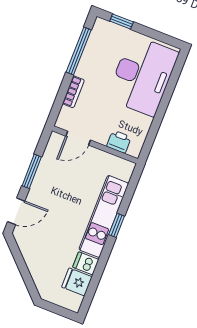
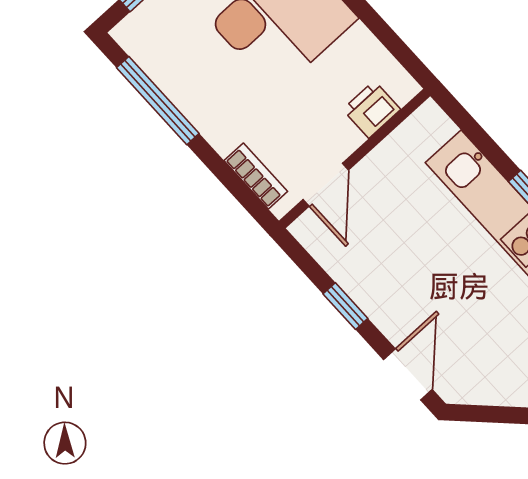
bookcase: (73, 92) -> (256, 176), moved
window: (32, 171) -> (345, 306), width x0.67

